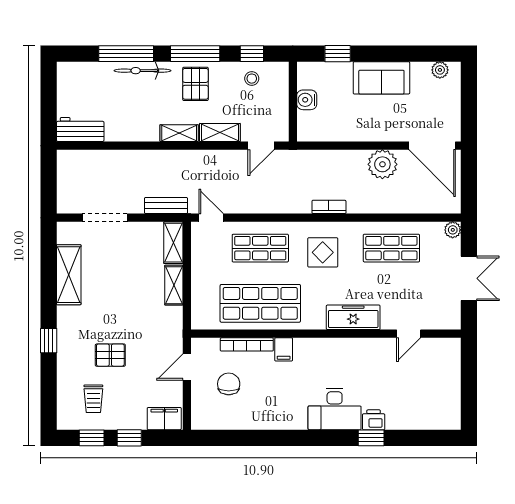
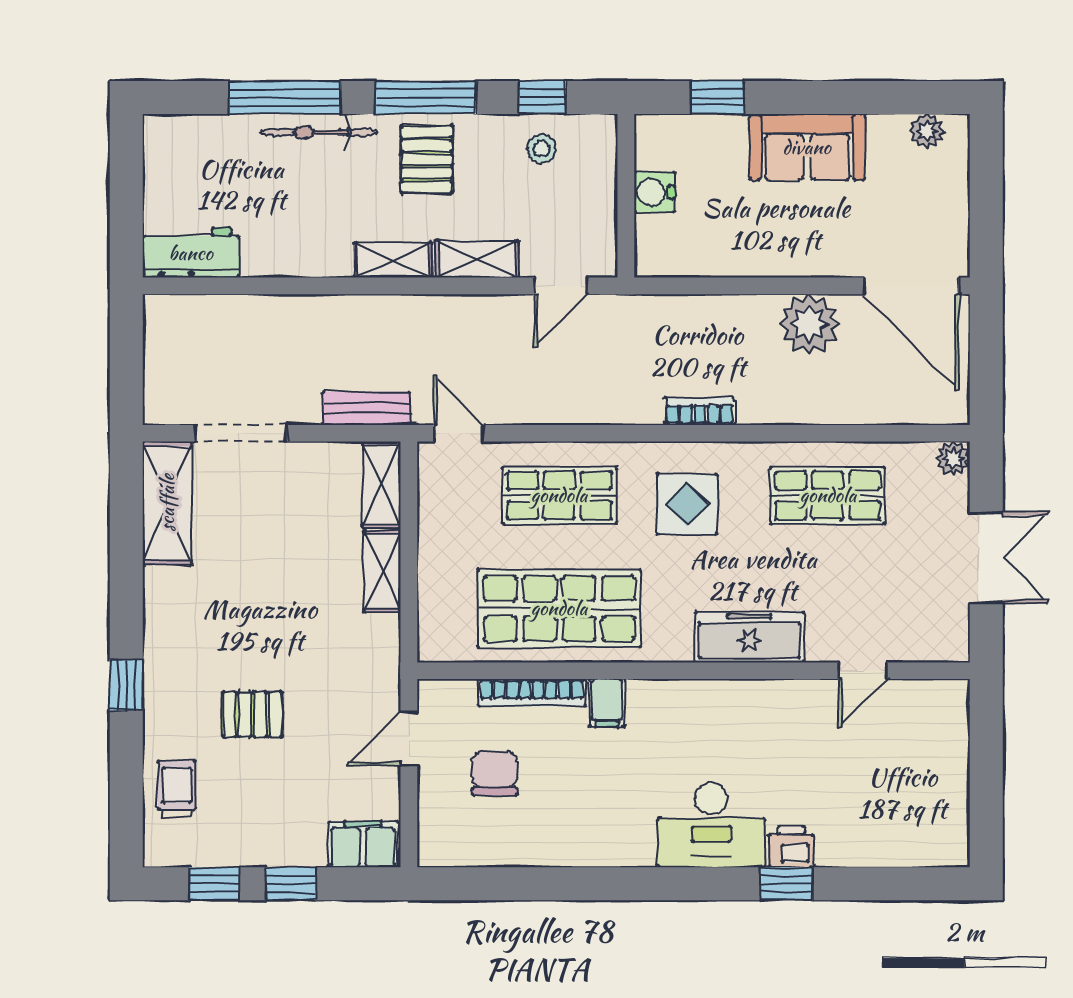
shelving: (69, 275) -> (167, 503), moved
trolley: (93, 399) -> (177, 789), moved, turned 180

